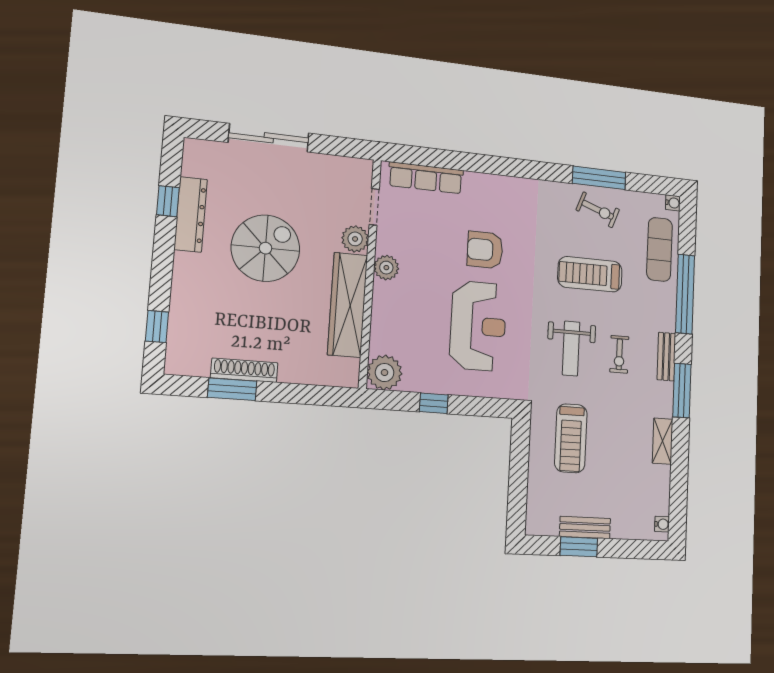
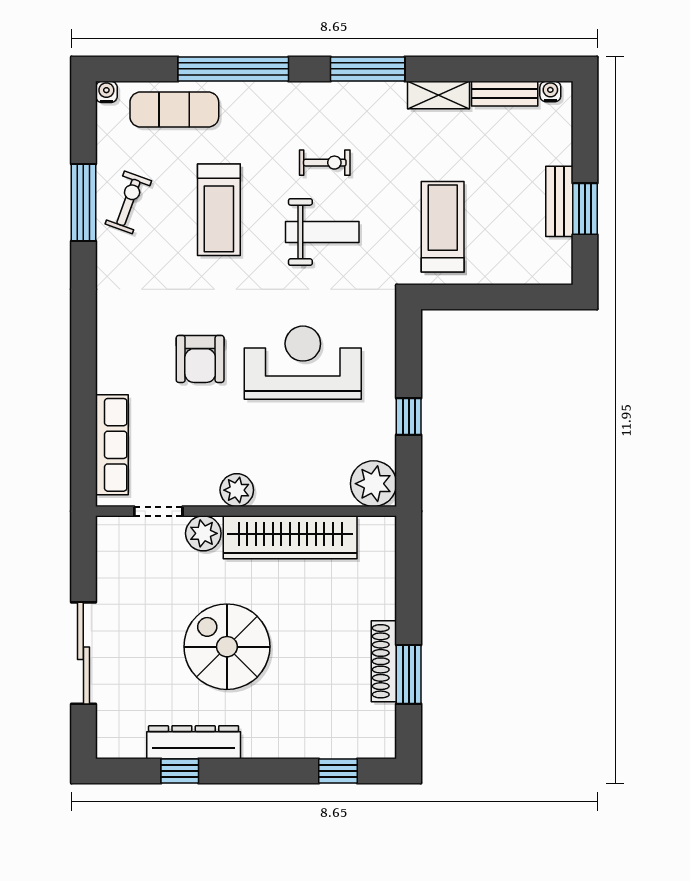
bench: (666, 357) -> (505, 94), moved
treadmill: (571, 438) -> (443, 227), turned -90

